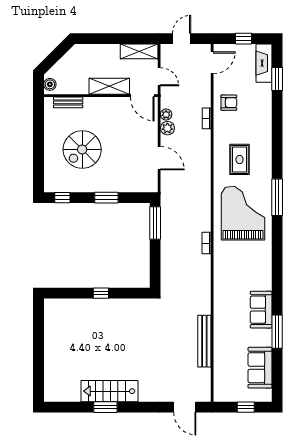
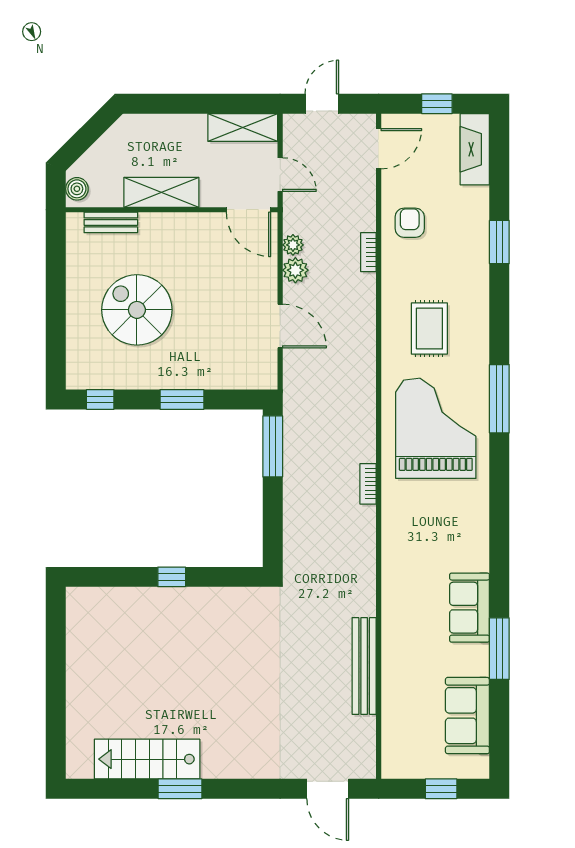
window: (277, 79) -> (499, 242), moved
shelving: (109, 86) -> (161, 192), moved
armchair: (229, 103) -> (410, 223), turned -90
spiral stairs: (82, 149) -> (137, 310), turned 90
stairs: (109, 391) -> (147, 759), moved

